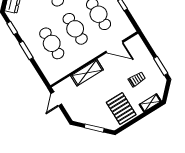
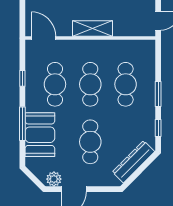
door: (114, 47) -> (44, 38), moved
shelving: (87, 73) -> (93, 29), moved

